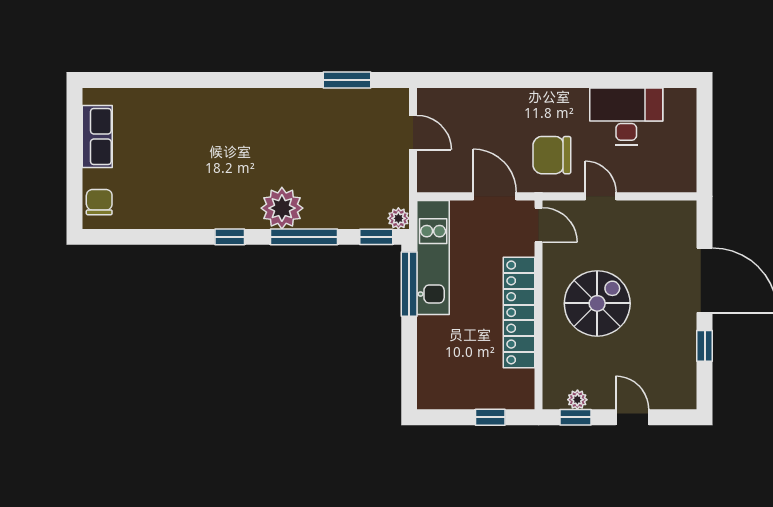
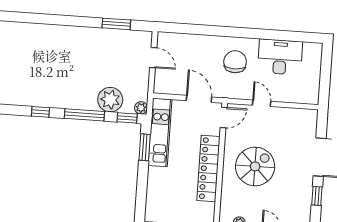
chair: (552, 155) -> (235, 62), moved, turned 90
plant: (282, 208) -> (110, 100), moved
door: (539, 225) -> (224, 117), hinge flipped
window: (409, 284) -> (145, 147), width x0.69

